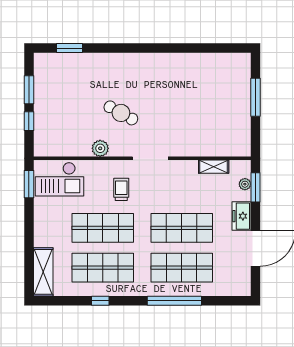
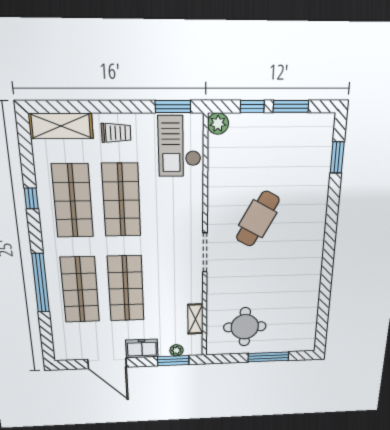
cafe table: (121, 113) -> (258, 219), width x1.37, depth x1.35
round table: (223, 121) -> (245, 327), added
plant: (100, 148) -> (218, 124), moved
trolley: (121, 189) -> (116, 133), moved

